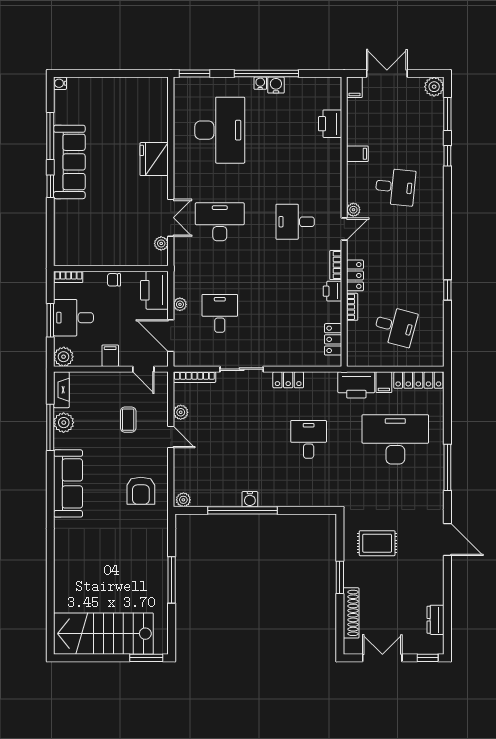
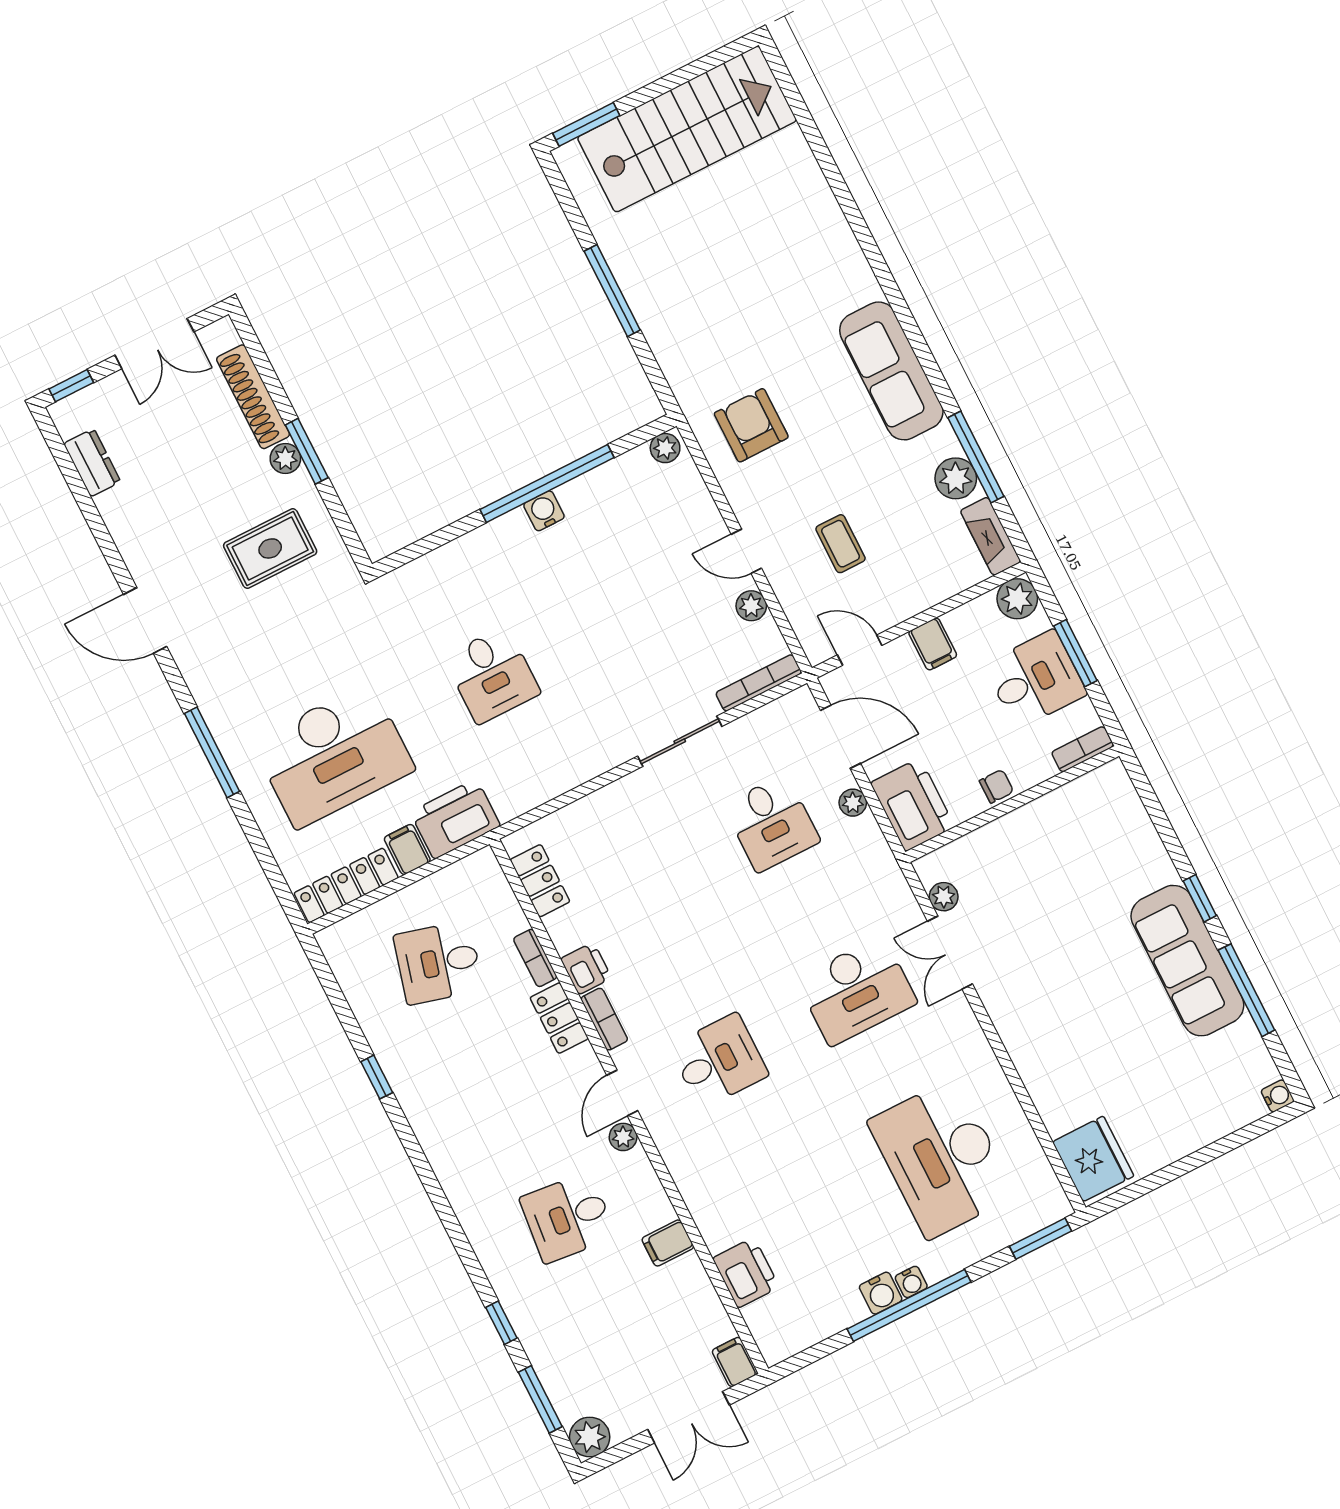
fridge: (154, 159) -> (1093, 1159), moved
locker: (288, 380) -> (585, 765), removed
plant: (351, 579) -> (285, 458), added

